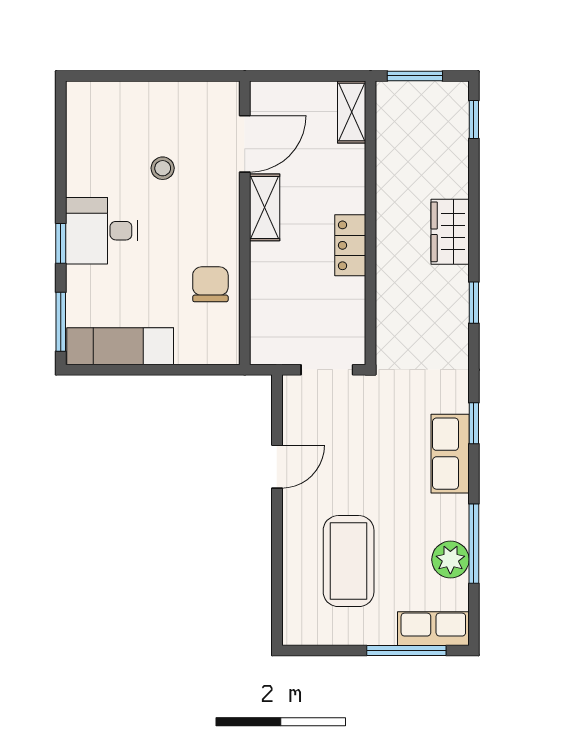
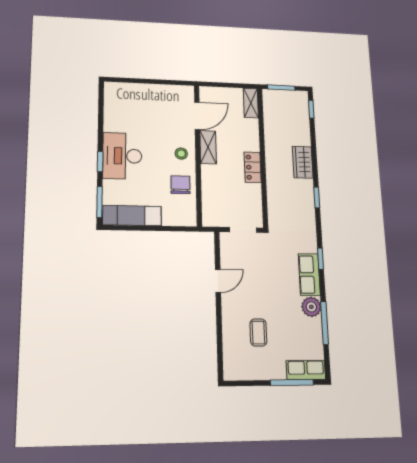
stool: (163, 168) -> (181, 154), moved
desk: (102, 231) -> (122, 156), width x1.37
plant: (450, 560) -> (311, 307), moved
coffee table: (349, 561) -> (258, 333), width x0.54, depth x0.58

